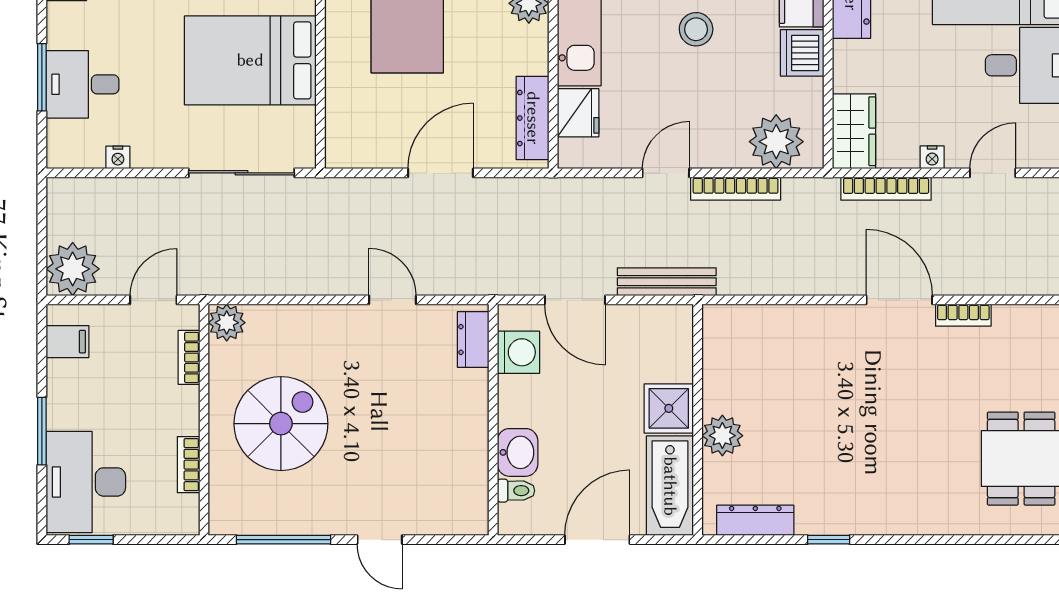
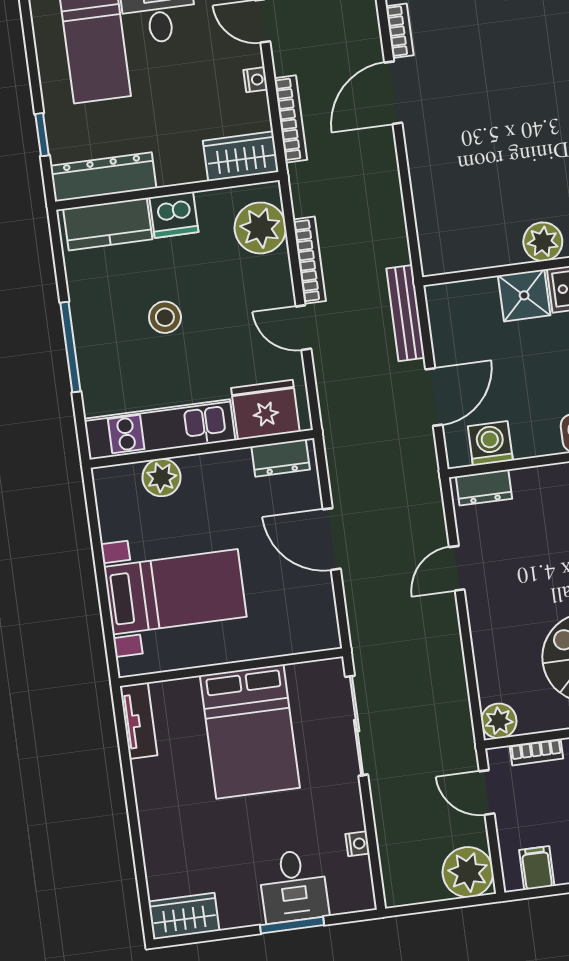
fridge: (578, 113) -> (265, 410), width x1.36, depth x1.34
dresser: (533, 118) -> (281, 458), width x0.70

